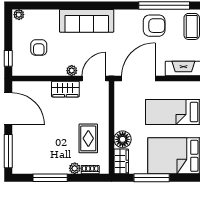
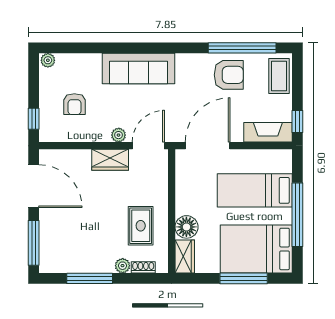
window: (152, 178) -> (244, 278), moved

